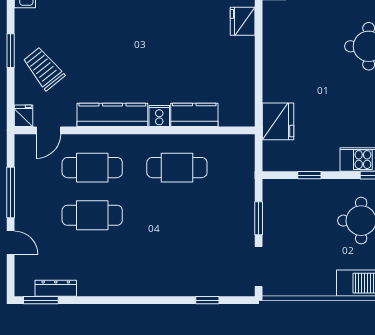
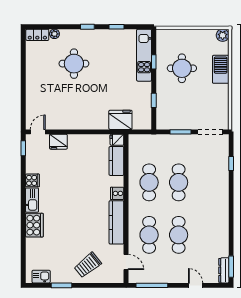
window: (11, 51) -> (62, 285), moved
kitchen counter: (194, 115) -> (116, 161), moved
fridge: (23, 116) -> (117, 140), moved
window: (11, 192) -> (152, 285), moved
cafe table: (177, 215) -> (179, 182), added
door: (11, 243) -> (196, 285), hinge flipped
dresser: (56, 288) -> (224, 270), moved

